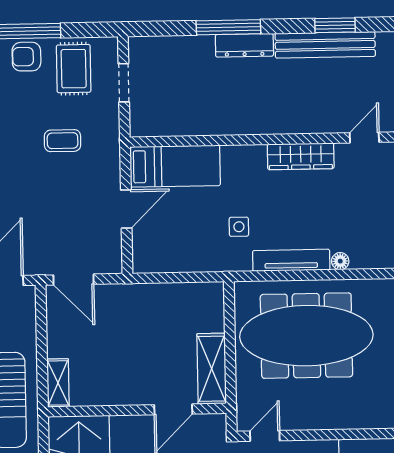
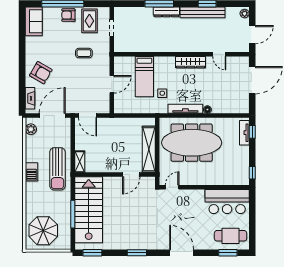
door: (364, 138) -> (219, 54), swing flipped
bed: (175, 166) -> (144, 77), moved, turned 90
shelving: (212, 369) -> (149, 149), width x1.47

